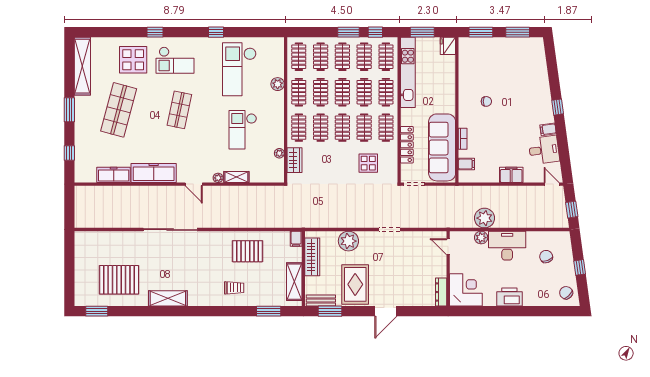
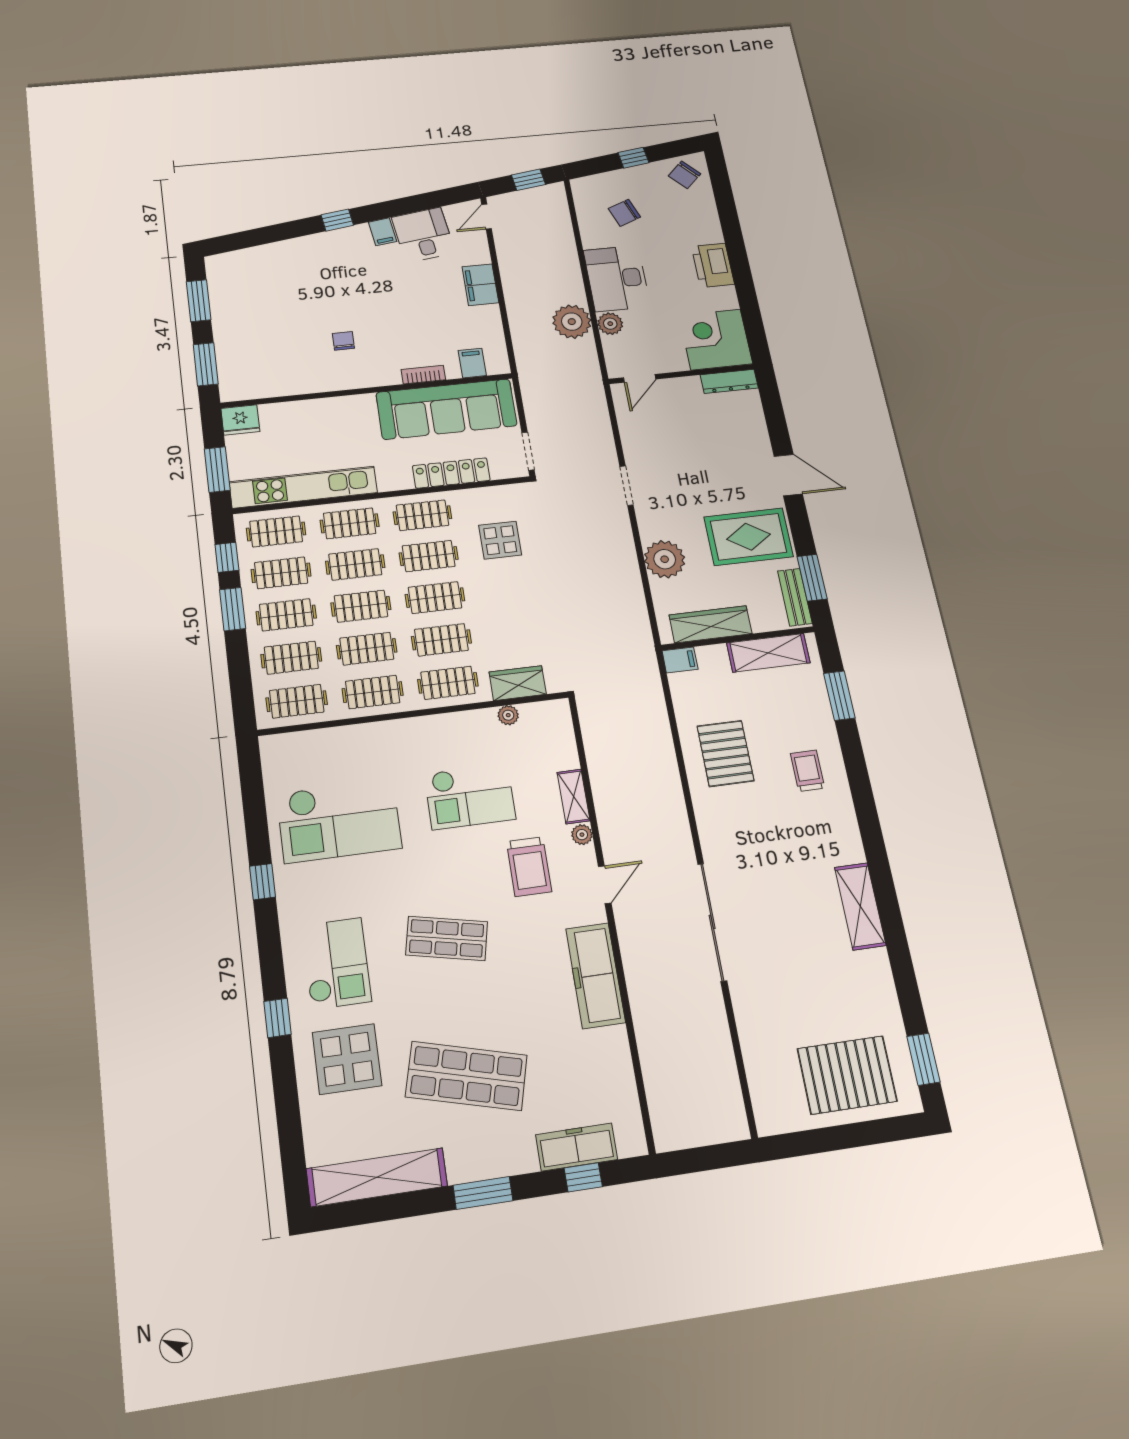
plant: (278, 84) -> (361, 737), removed
trolley: (207, 151) -> (529, 867), added
freezer: (114, 175) -> (577, 1147), moved, turned 90
pallet: (119, 280) -> (847, 1075), moved, turned 90

